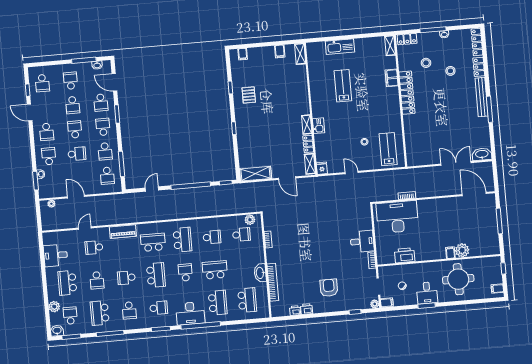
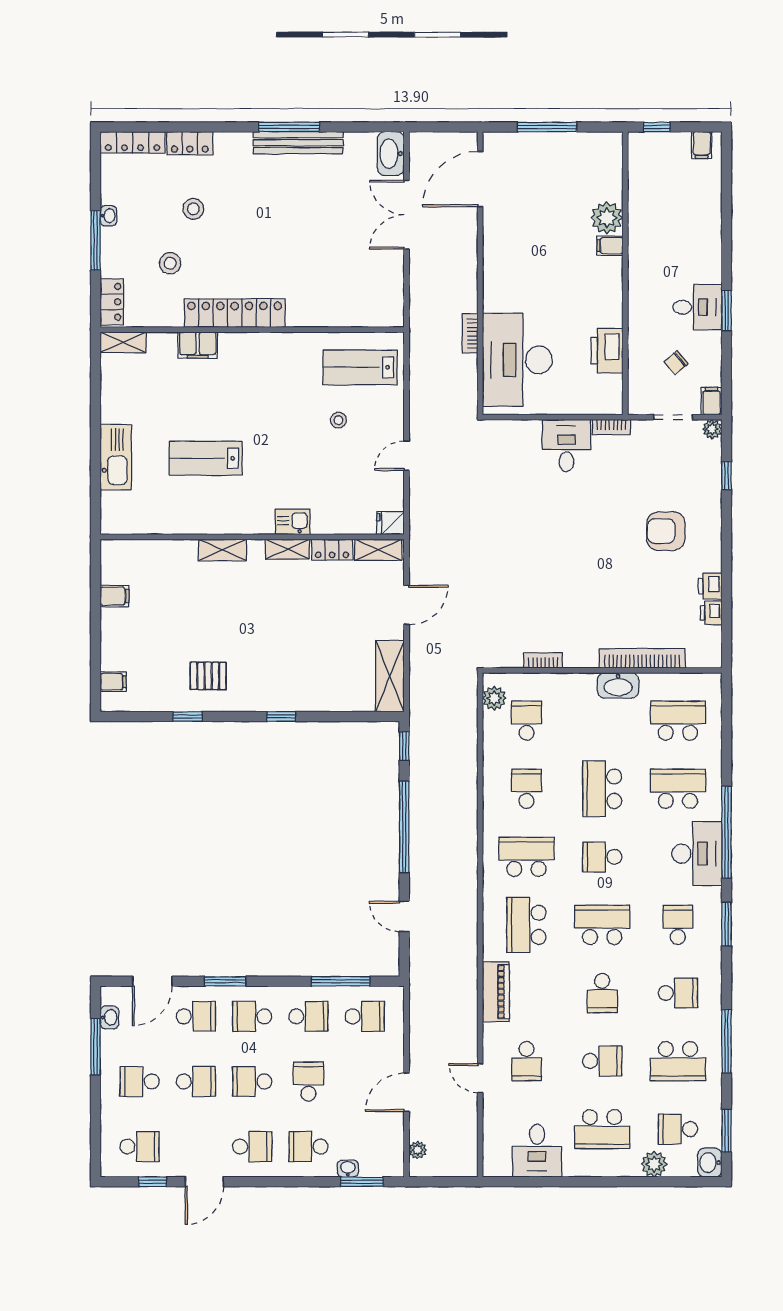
shelving: (300, 54) -> (222, 550), moved
bench: (482, 97) -> (298, 143), moved
round table: (458, 279) -> (672, 233), removed

